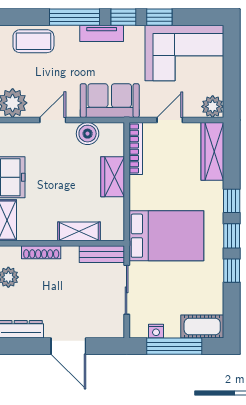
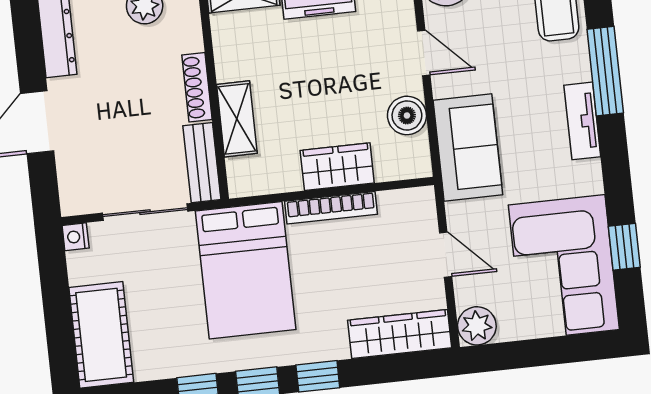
window: (123, 17) -> (614, 155), removed
window: (159, 17) -> (624, 247), moved
bookcase: (136, 149) -> (331, 208), moved
shoe rack: (41, 252) -> (197, 87), moved
cot: (202, 327) -> (101, 335), width x1.37, depth x1.34
nightstand: (156, 331) -> (76, 237), moved
window: (174, 346) -> (57, 305), removed

